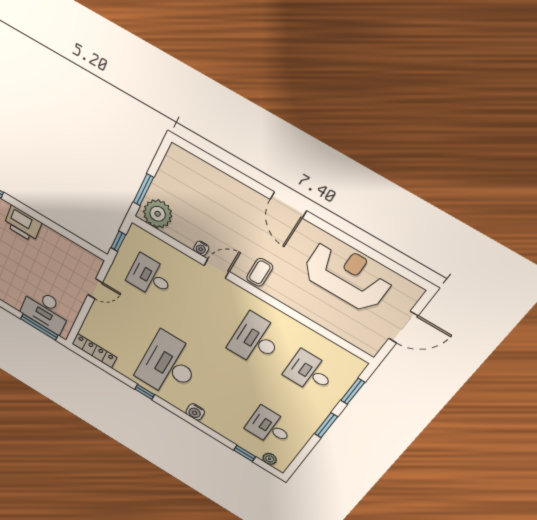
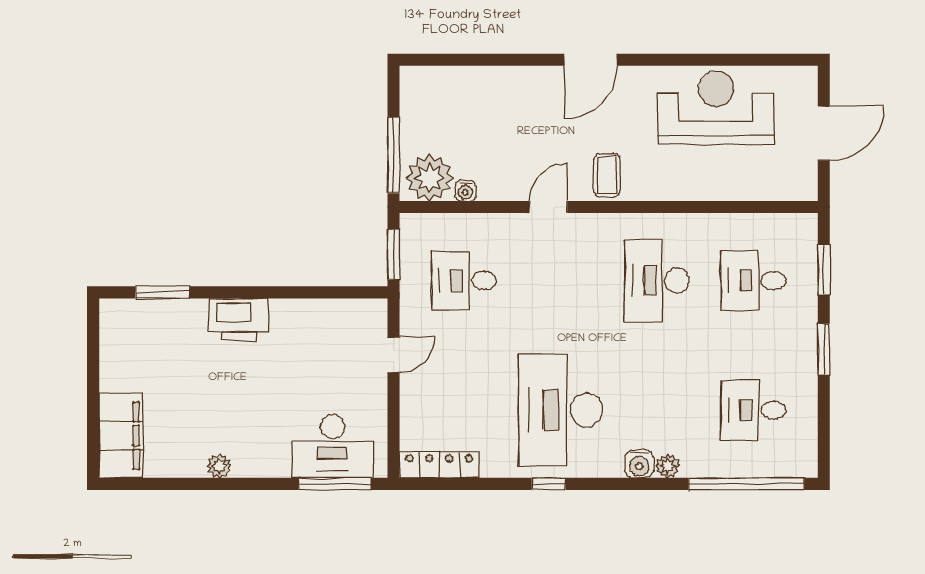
window: (143, 190) -> (394, 155), width x1.44
door: (288, 205) -> (591, 60), hinge flipped
window: (118, 241) -> (394, 255), width x1.50
water cooler: (201, 248) -> (465, 191), moved
window: (245, 453) -> (746, 484), width x3.17
plant: (270, 459) -> (668, 466), moved

